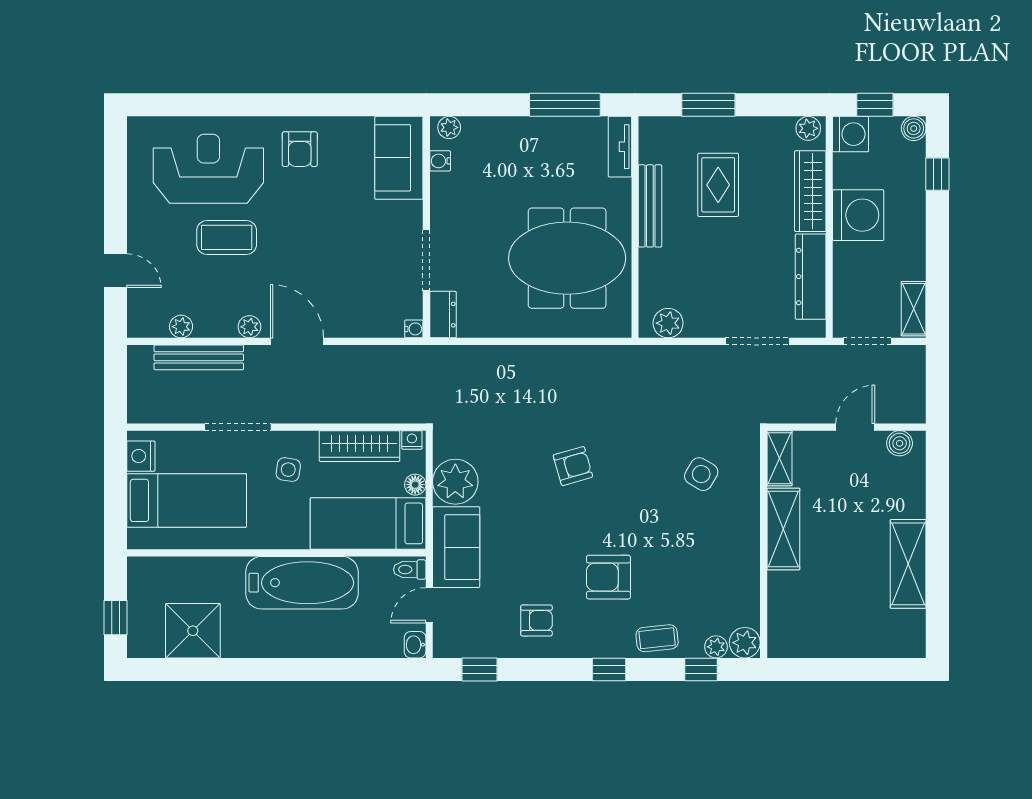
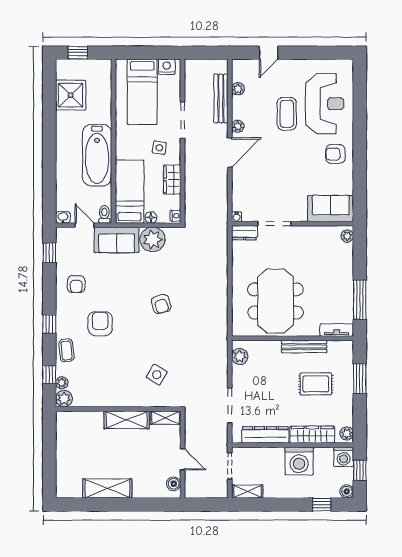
water cooler: (440, 161) -> (329, 231), removed
wardrobe: (360, 446) -> (172, 180), width x0.67

